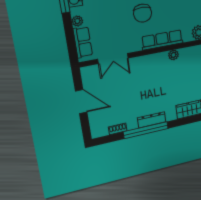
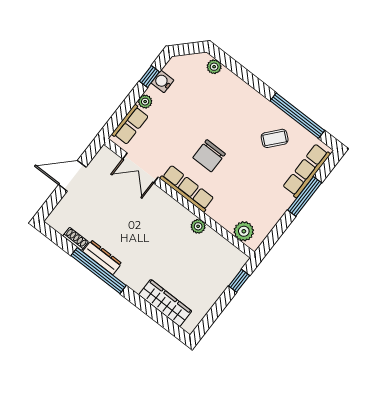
row of seats: (162, 40) -> (187, 188), moved
door: (81, 102) -> (72, 176), swing flipped
dresser: (152, 120) -> (102, 257), moved

